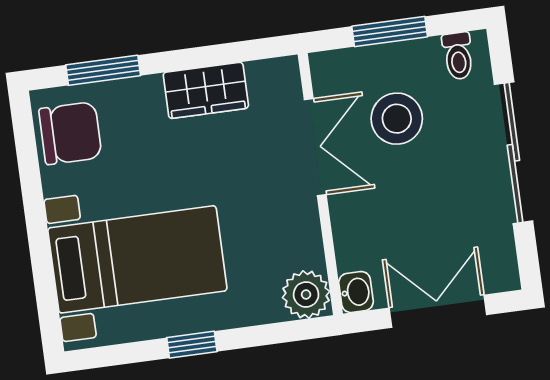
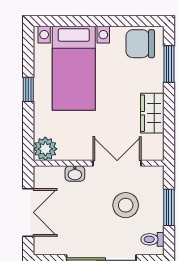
chair: (70, 133) -> (140, 44), turned 90
double door: (315, 147) -> (117, 163), swing flipped
washbasin: (356, 292) -> (75, 174), moved

